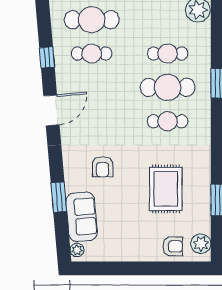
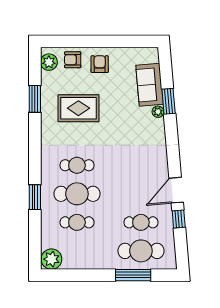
door: (51, 110) -> (176, 190), moved
armchair: (103, 167) -> (100, 64), moved
rug: (166, 189) -> (78, 108), turned 90
plant: (77, 250) -> (158, 112), moved

